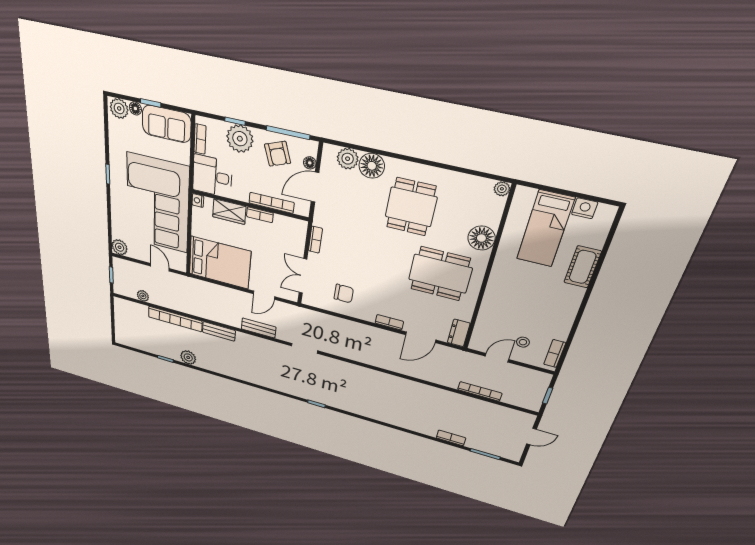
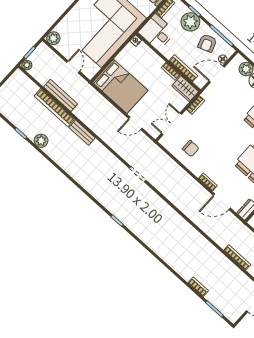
wardrobe: (229, 212) -> (185, 89), moved
plant: (143, 296) -> (27, 65), moved
bench: (259, 328) -> (61, 95), moved, width x1.36

